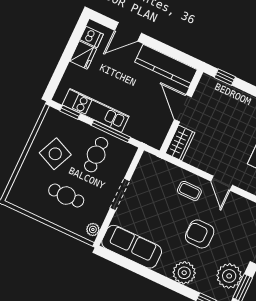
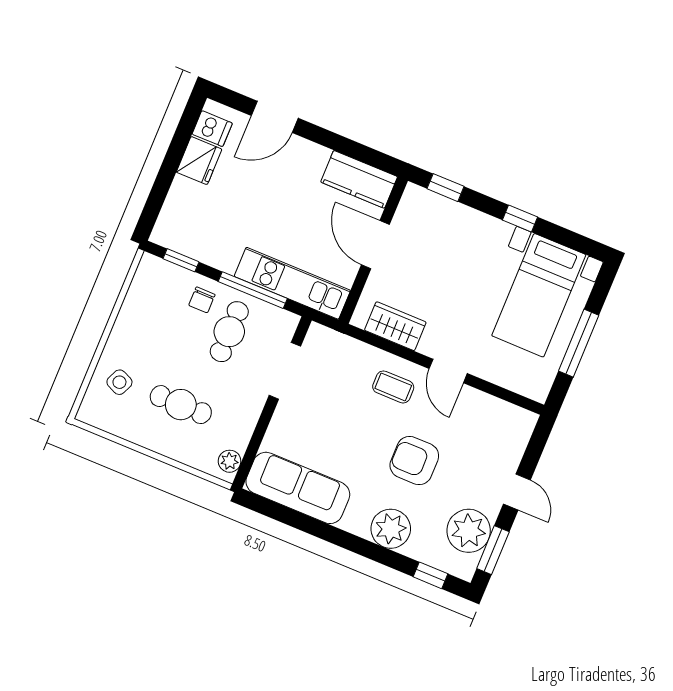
kitchen counter: (166, 66) -> (359, 179), width x0.67
kitchen unit: (96, 111) -> (292, 283), moved
chair: (81, 136) -> (202, 300), added
wardrobe: (180, 143) -> (395, 326), moved, turned -90
side table: (55, 154) -> (119, 382), moved, width x0.54, depth x0.54
doorway: (120, 194) -> (285, 371), moved

